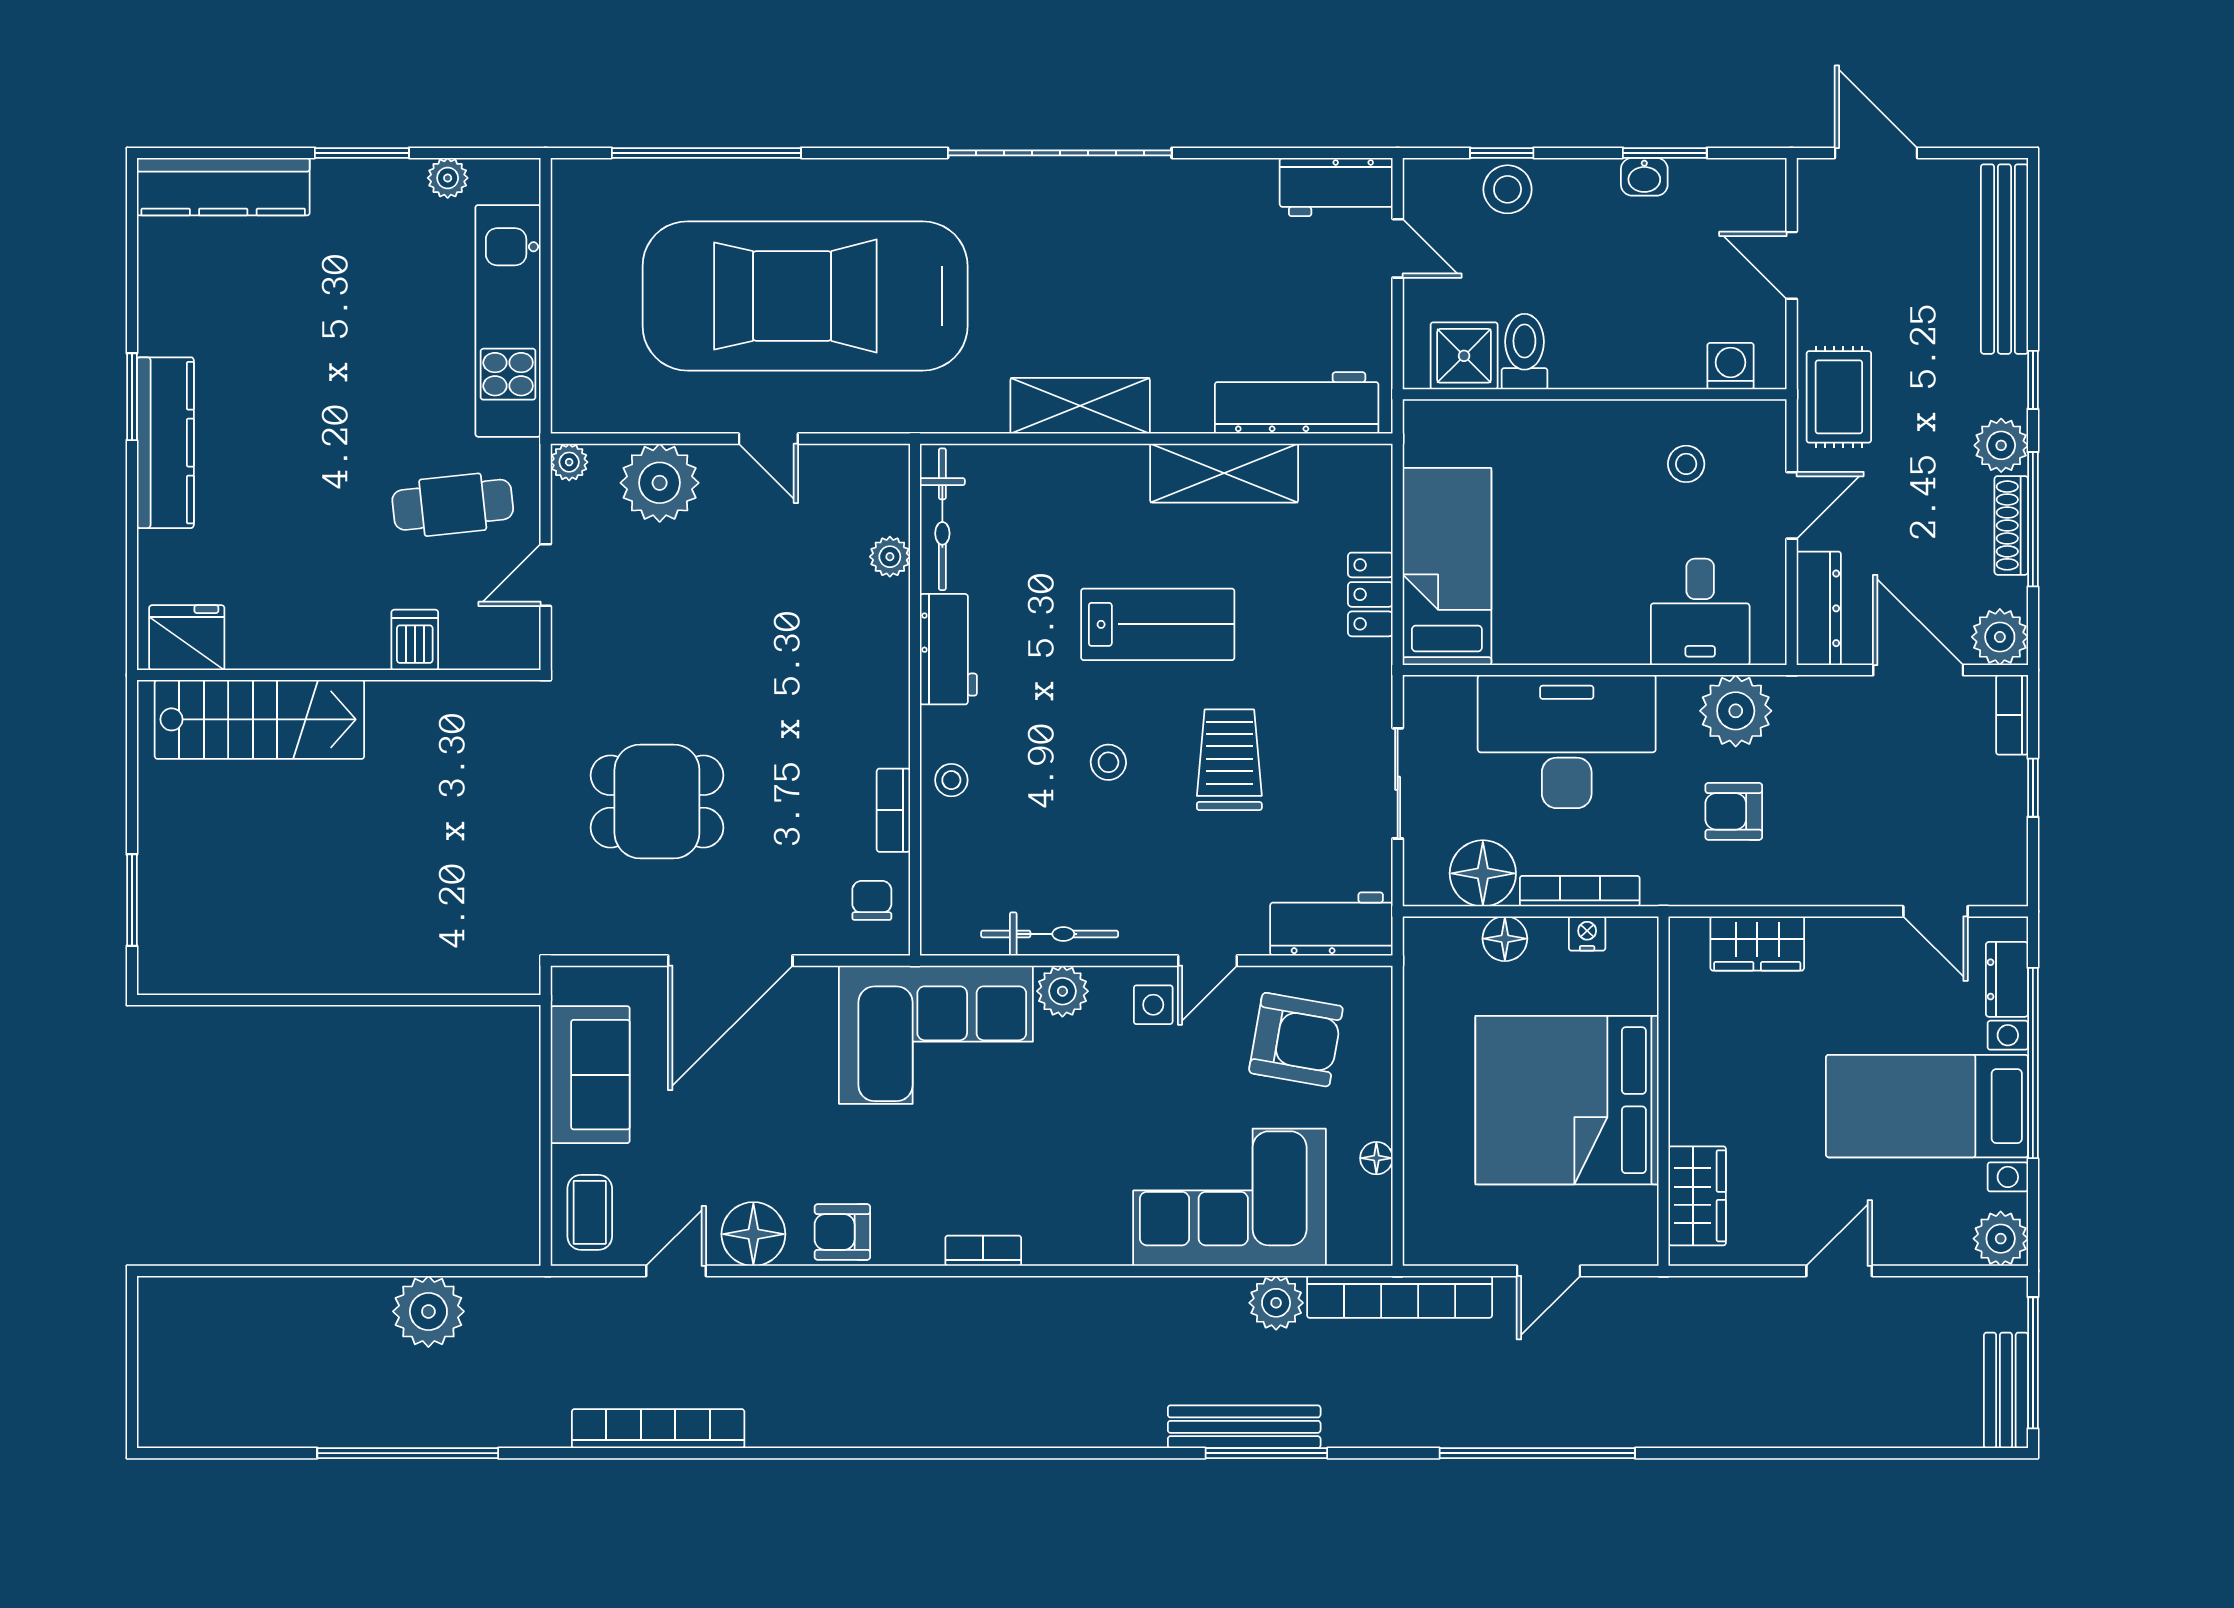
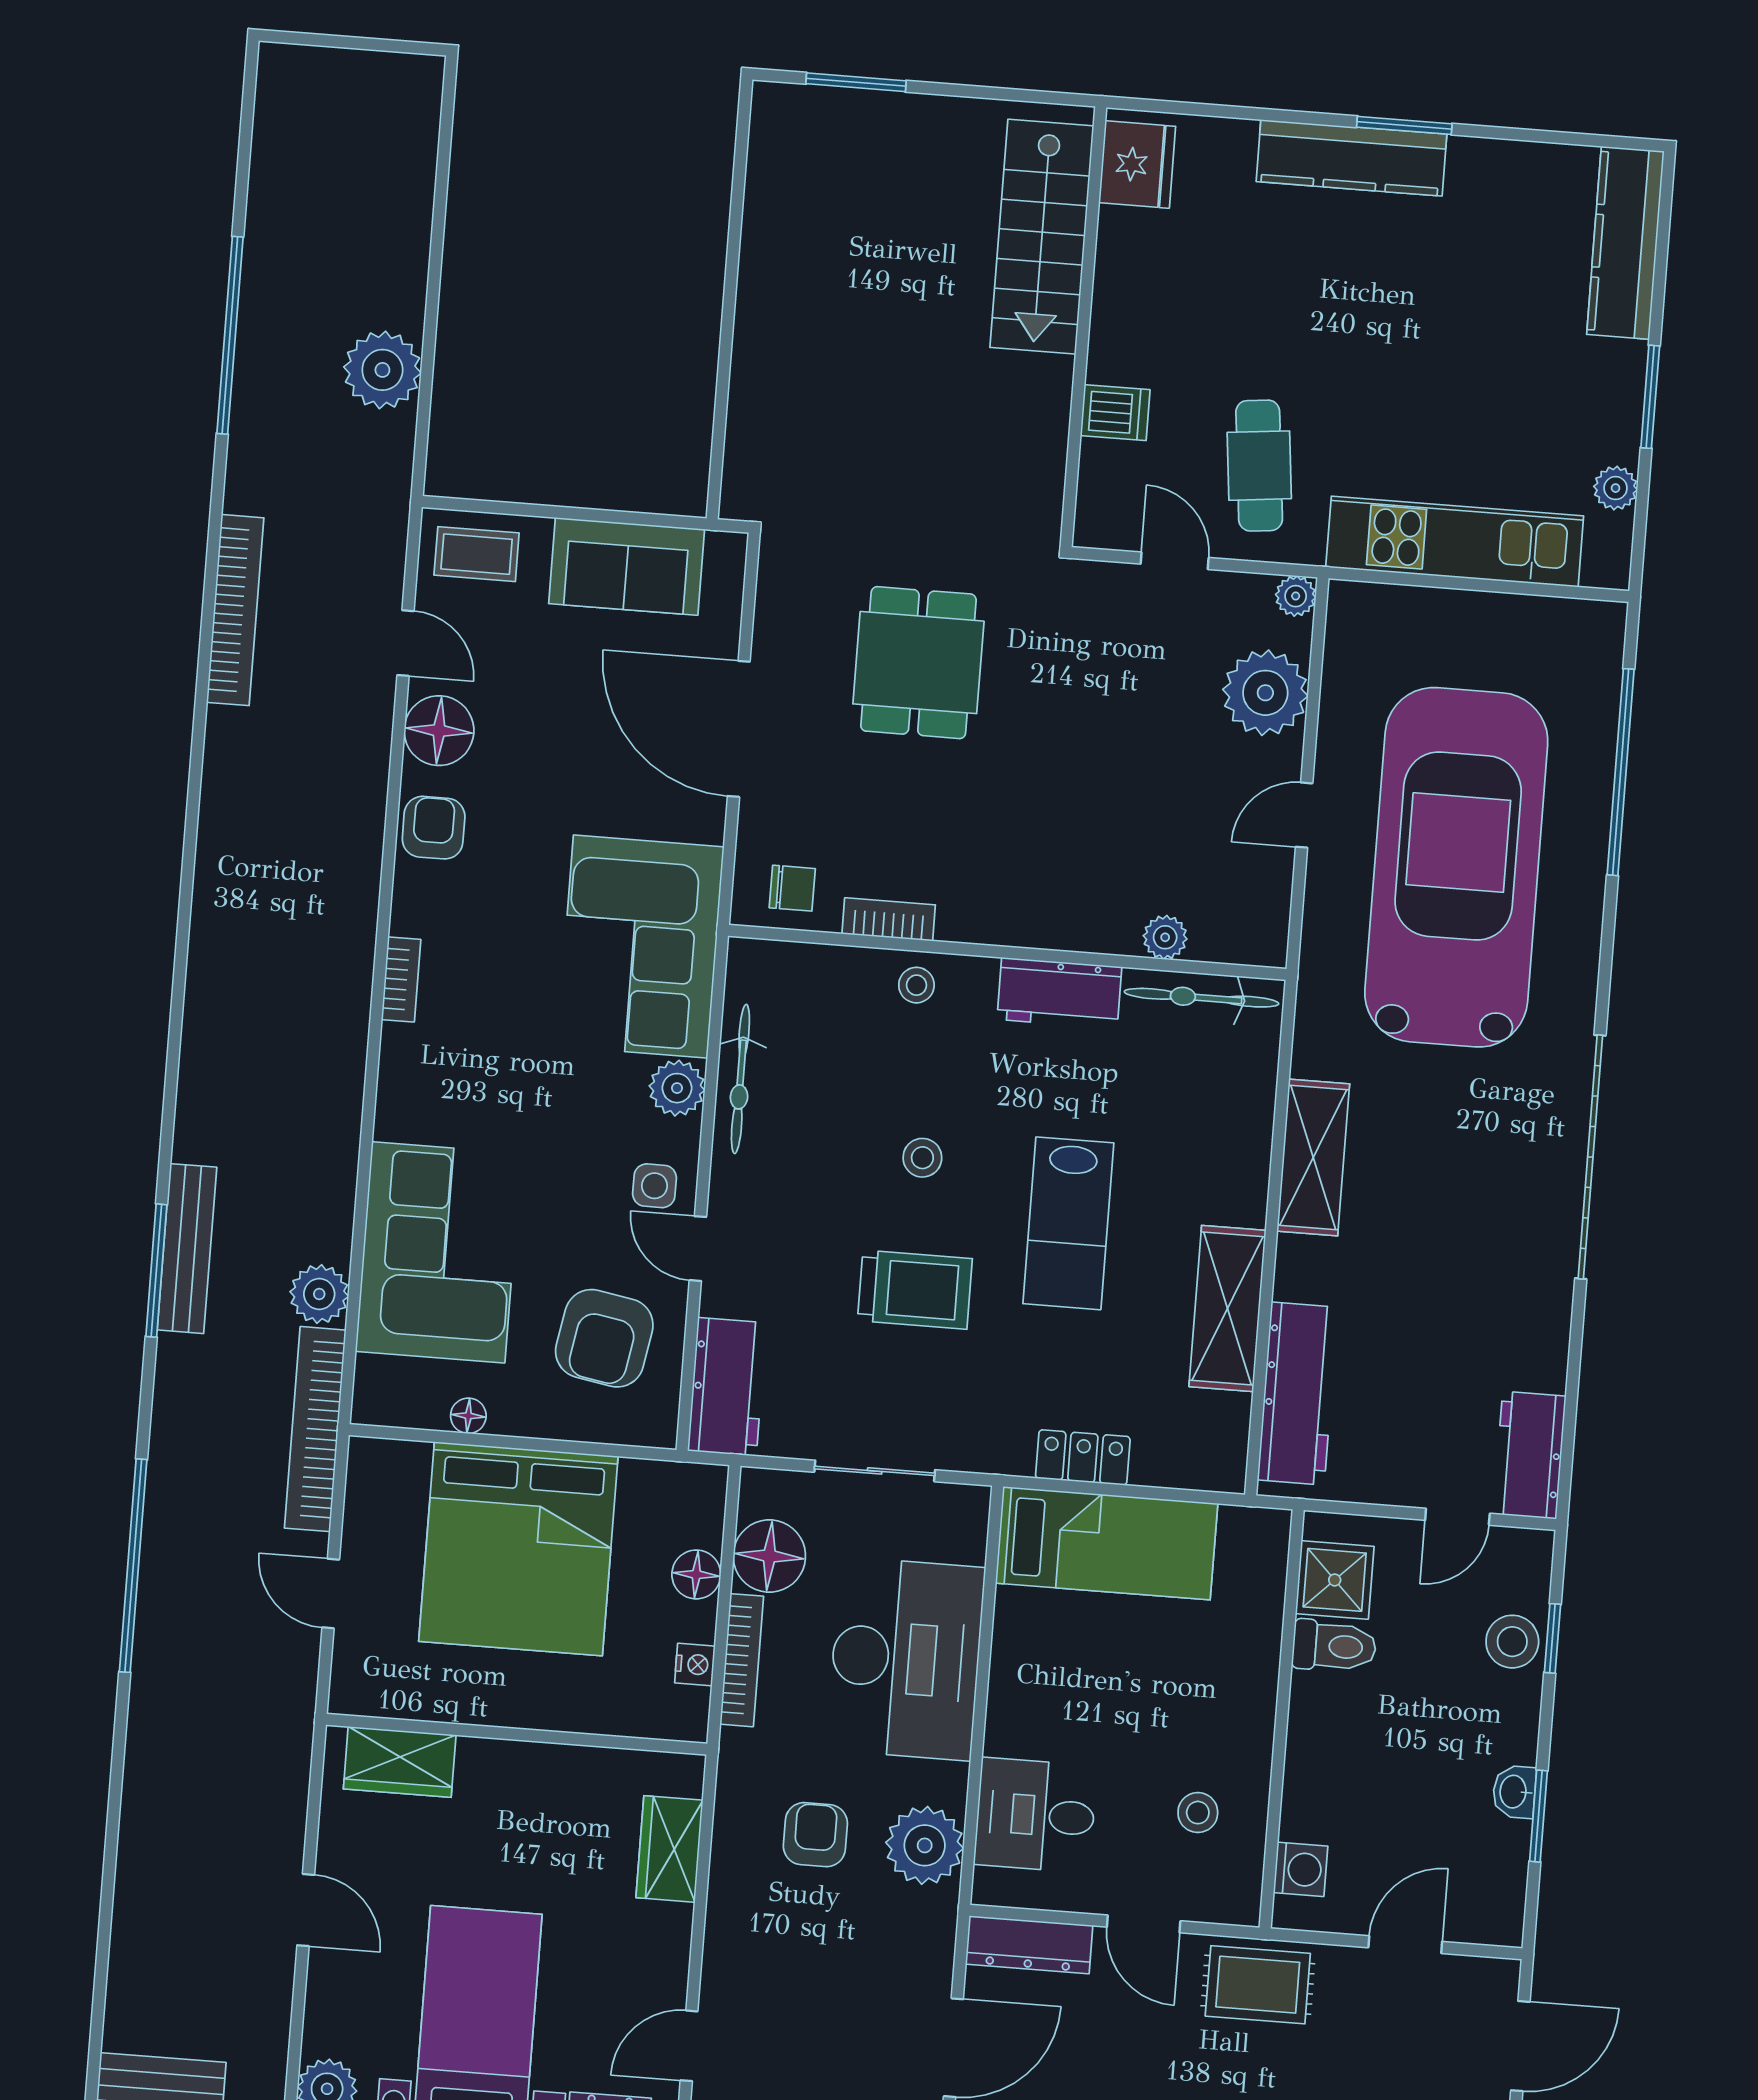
bed: (1567, 1100) -> (518, 1549), moved, turned 180

